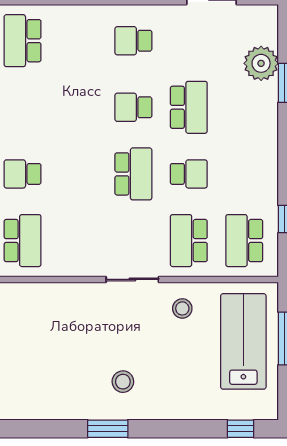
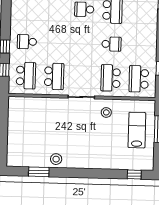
school desk: (133, 174) -> (54, 76), moved
lab bench: (243, 341) -> (137, 130), width x0.73, depth x0.72
stool: (123, 382) -> (56, 159), moved
window: (108, 429) -> (39, 172), moved

